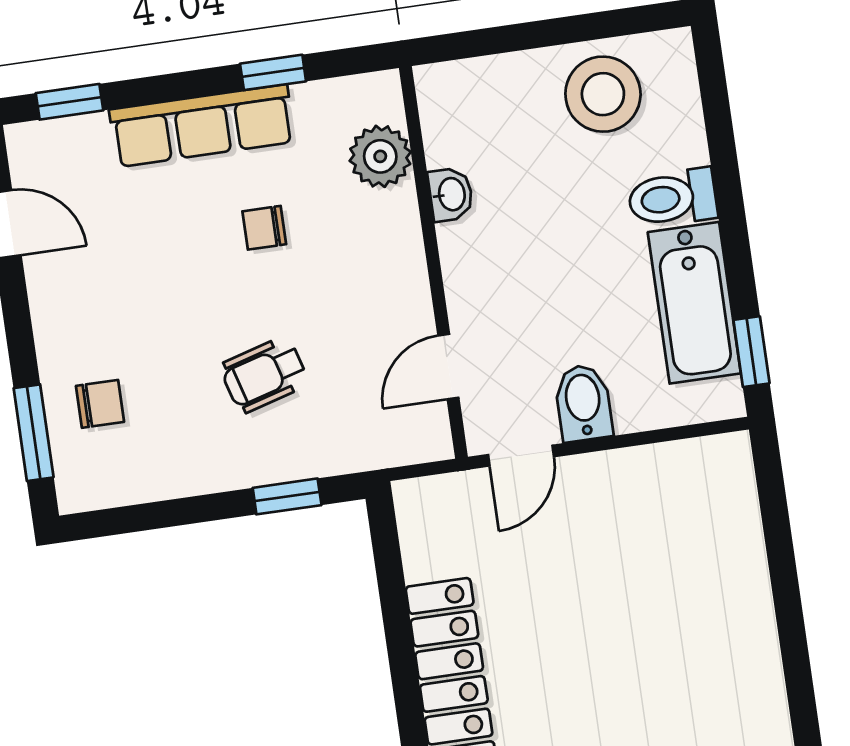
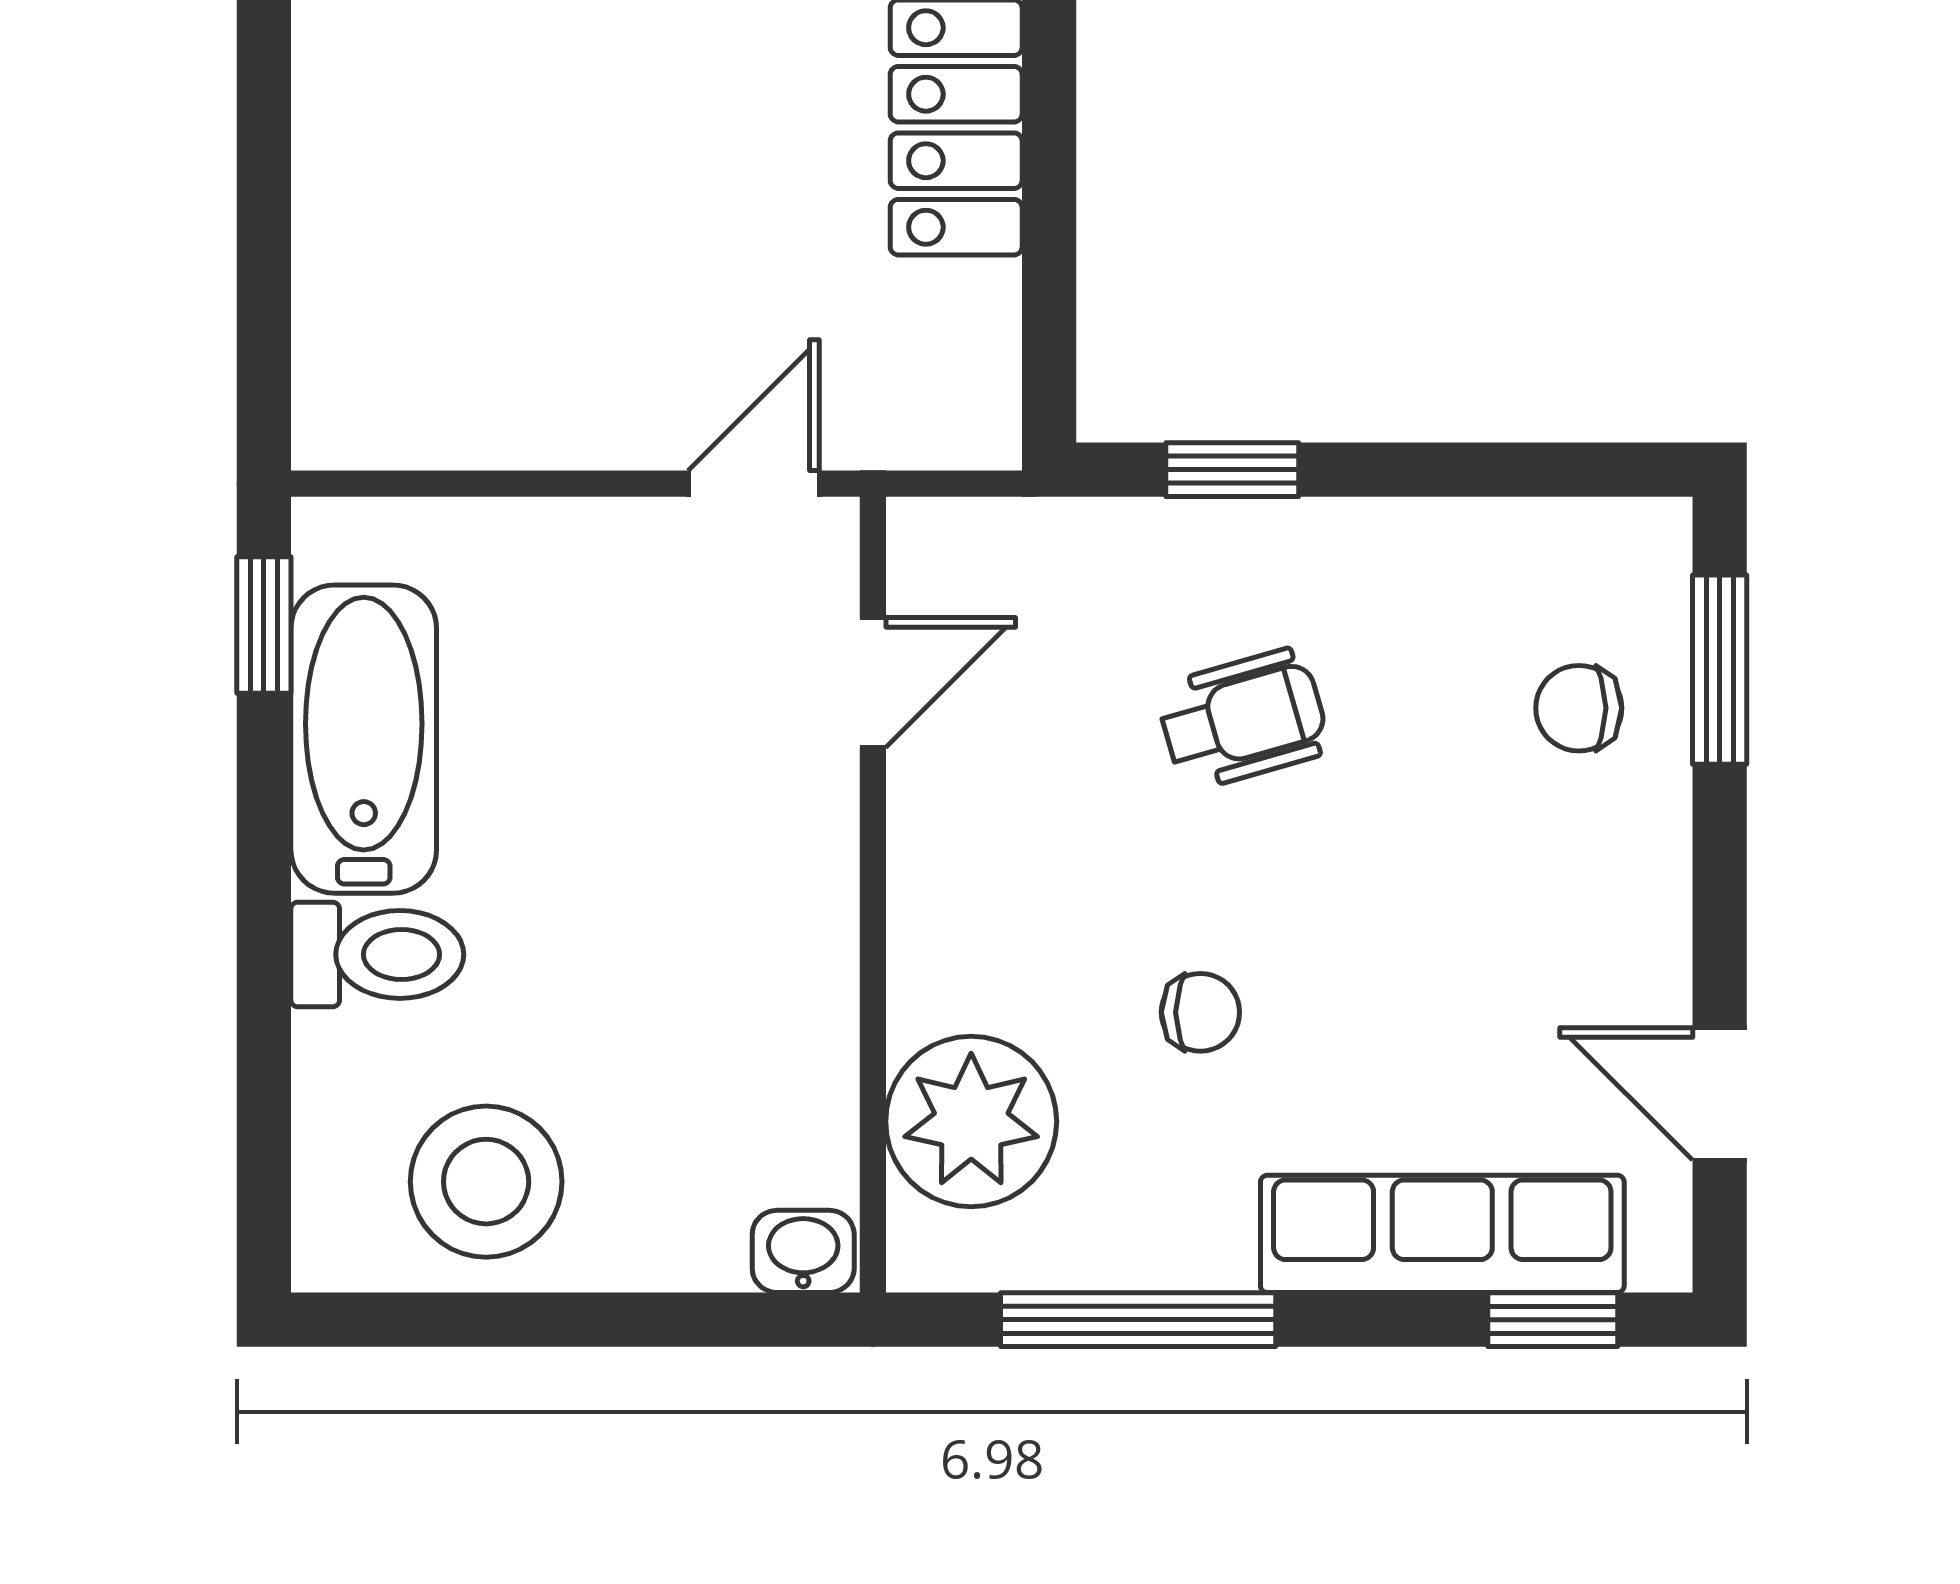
window: (273, 72) -> (1138, 1320), width x2.17
row of seats: (202, 126) -> (1442, 1234), moved
plant: (380, 156) -> (971, 1121), width x1.36, depth x1.36
washbasin: (451, 194) -> (803, 1251), moved, turned 90
bidet: (583, 403) -> (614, 571), removed

